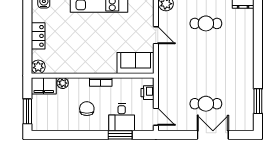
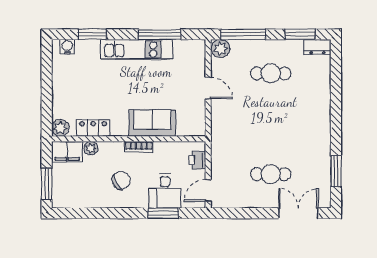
locker: (38, 36) -> (93, 128), moved, turned -90
sofa: (136, 63) -> (152, 123), moved
chair: (87, 109) -> (121, 180), turned 59
door: (156, 117) -> (208, 190), swing flipped
double door: (213, 135) -> (298, 213), moved

